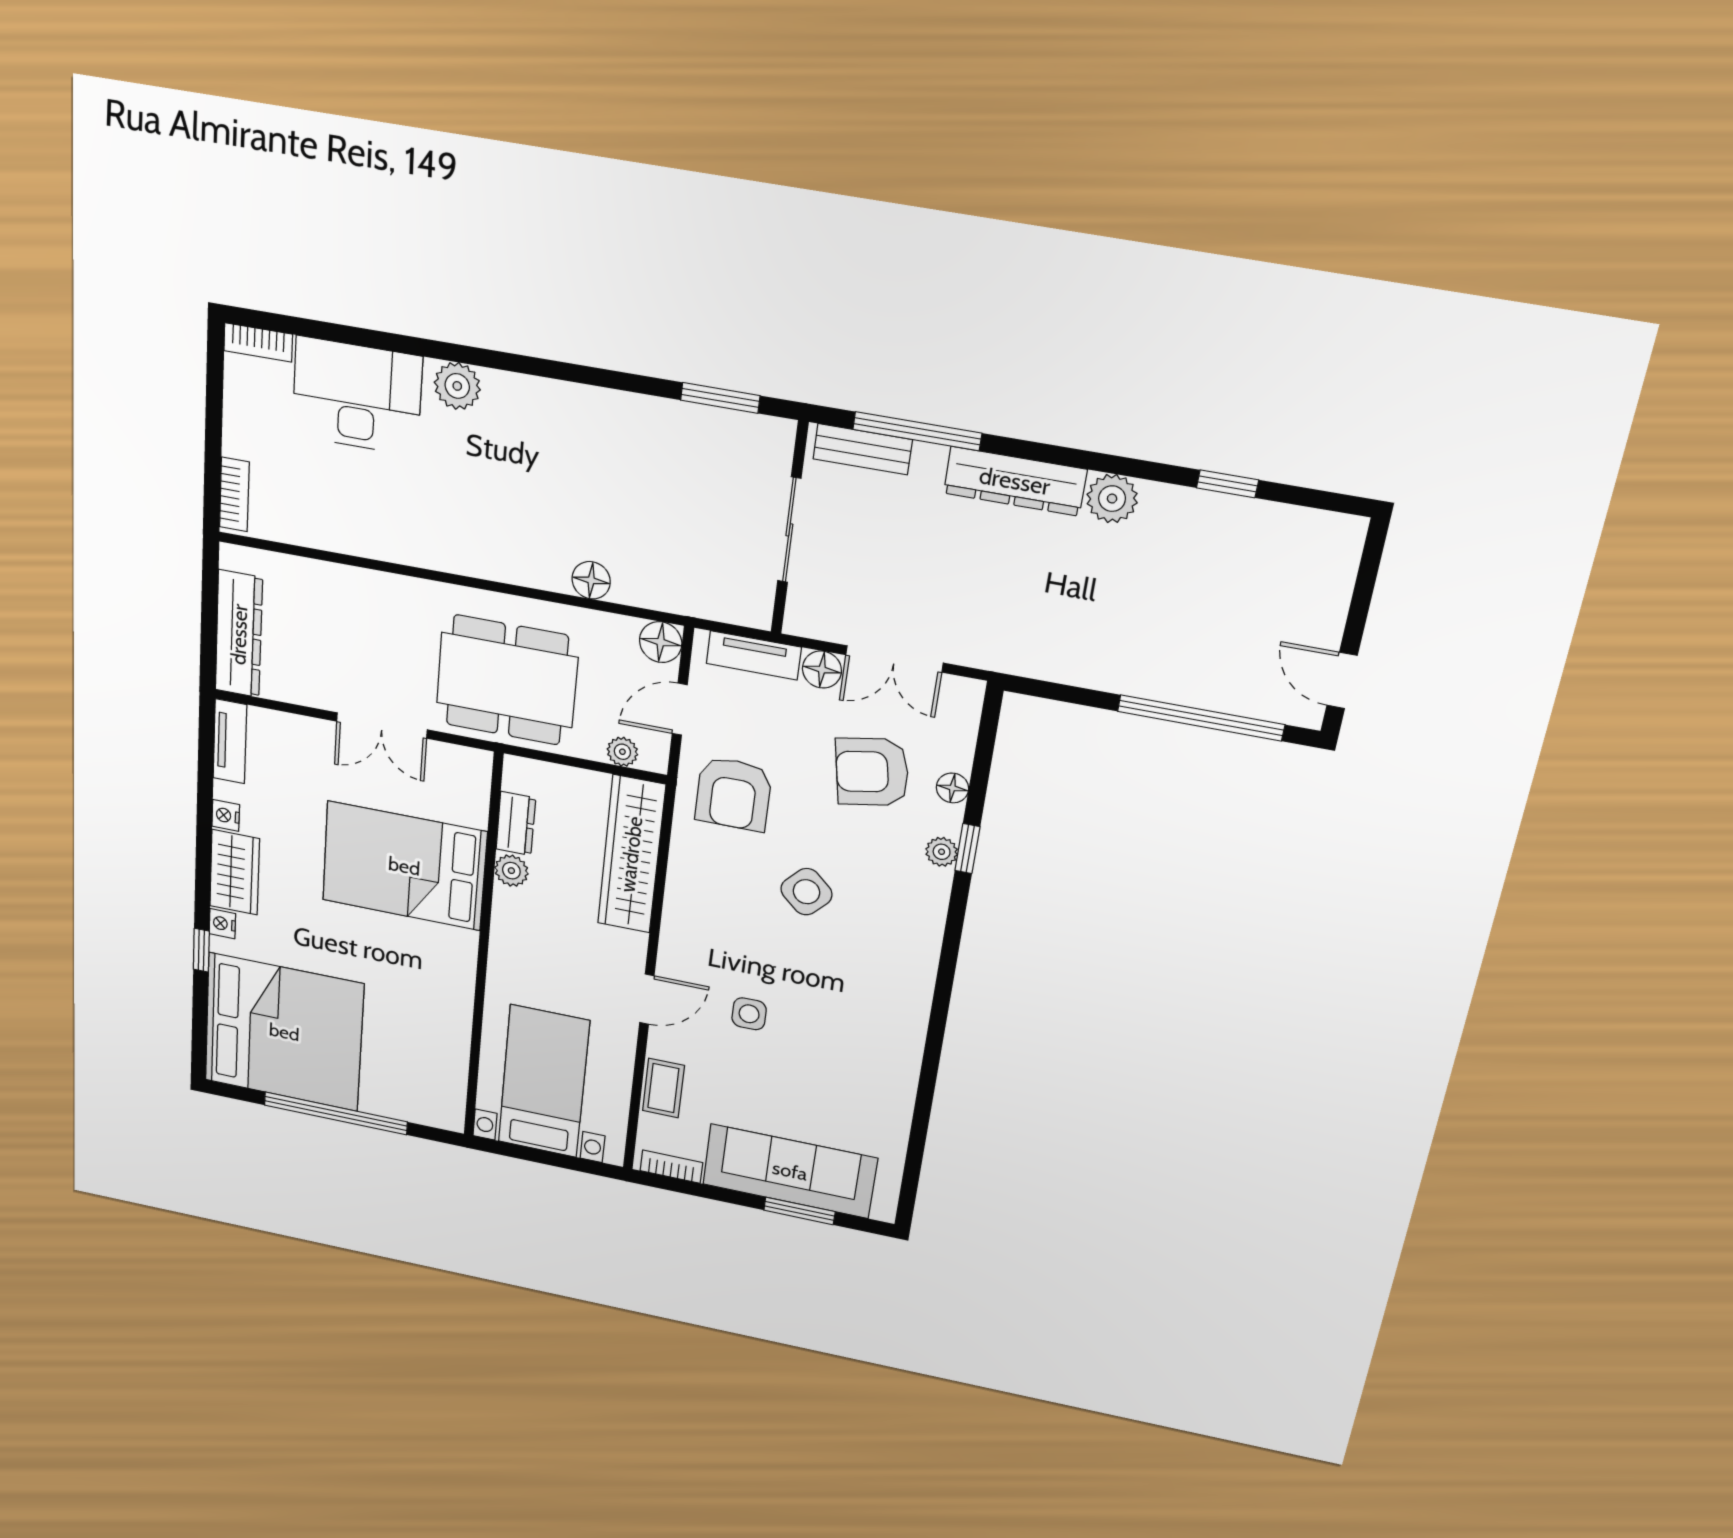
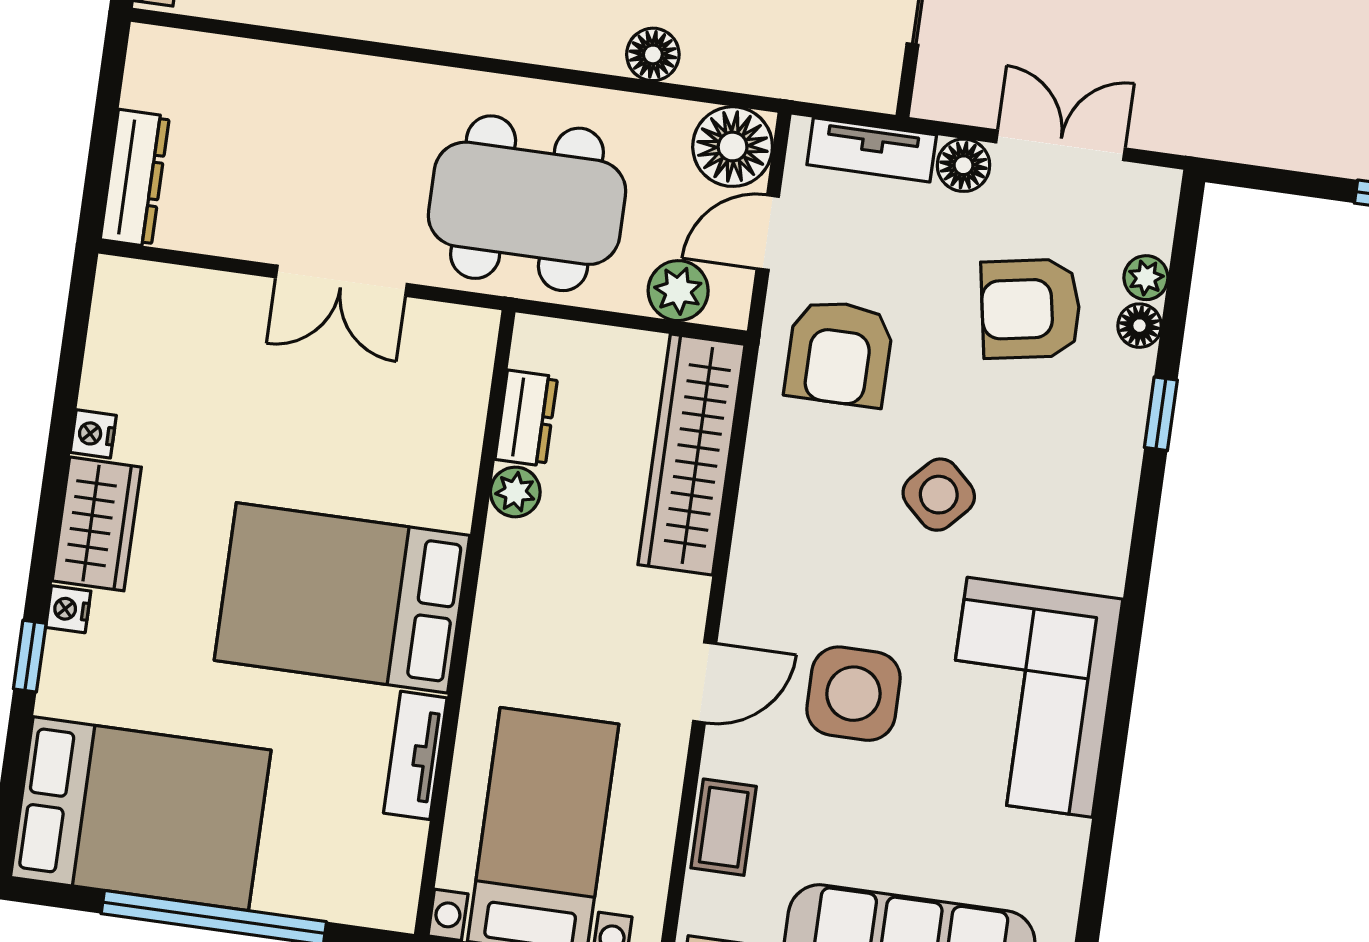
dresser: (239, 634) -> (135, 178), width x0.73, depth x0.80
floor lamp: (661, 642) -> (733, 147), width x1.38, depth x1.38
double door: (894, 659) -> (1060, 145), swing flipped
tv unit: (230, 741) -> (415, 755), moved, turned 180
plant: (622, 752) -> (678, 291), width x1.38, depth x1.38
plant: (942, 852) -> (1146, 278), moved
bed: (404, 866) -> (342, 598), moved
side table: (749, 1014) -> (853, 694), width x1.87, depth x1.87
corner sofa: (872, 1025) -> (1030, 697), added
bed: (284, 1032) -> (141, 814), width x0.73

